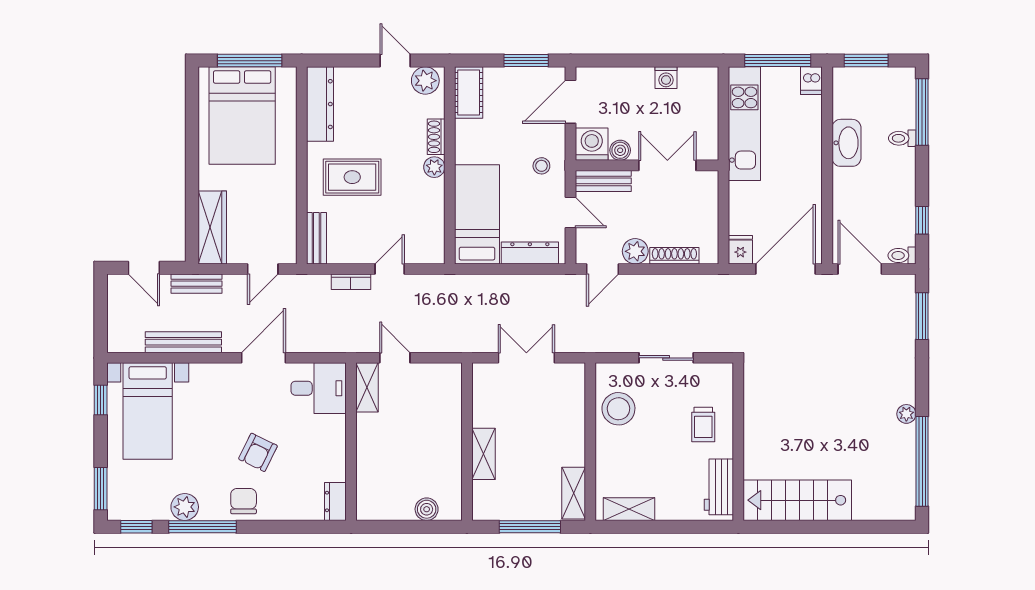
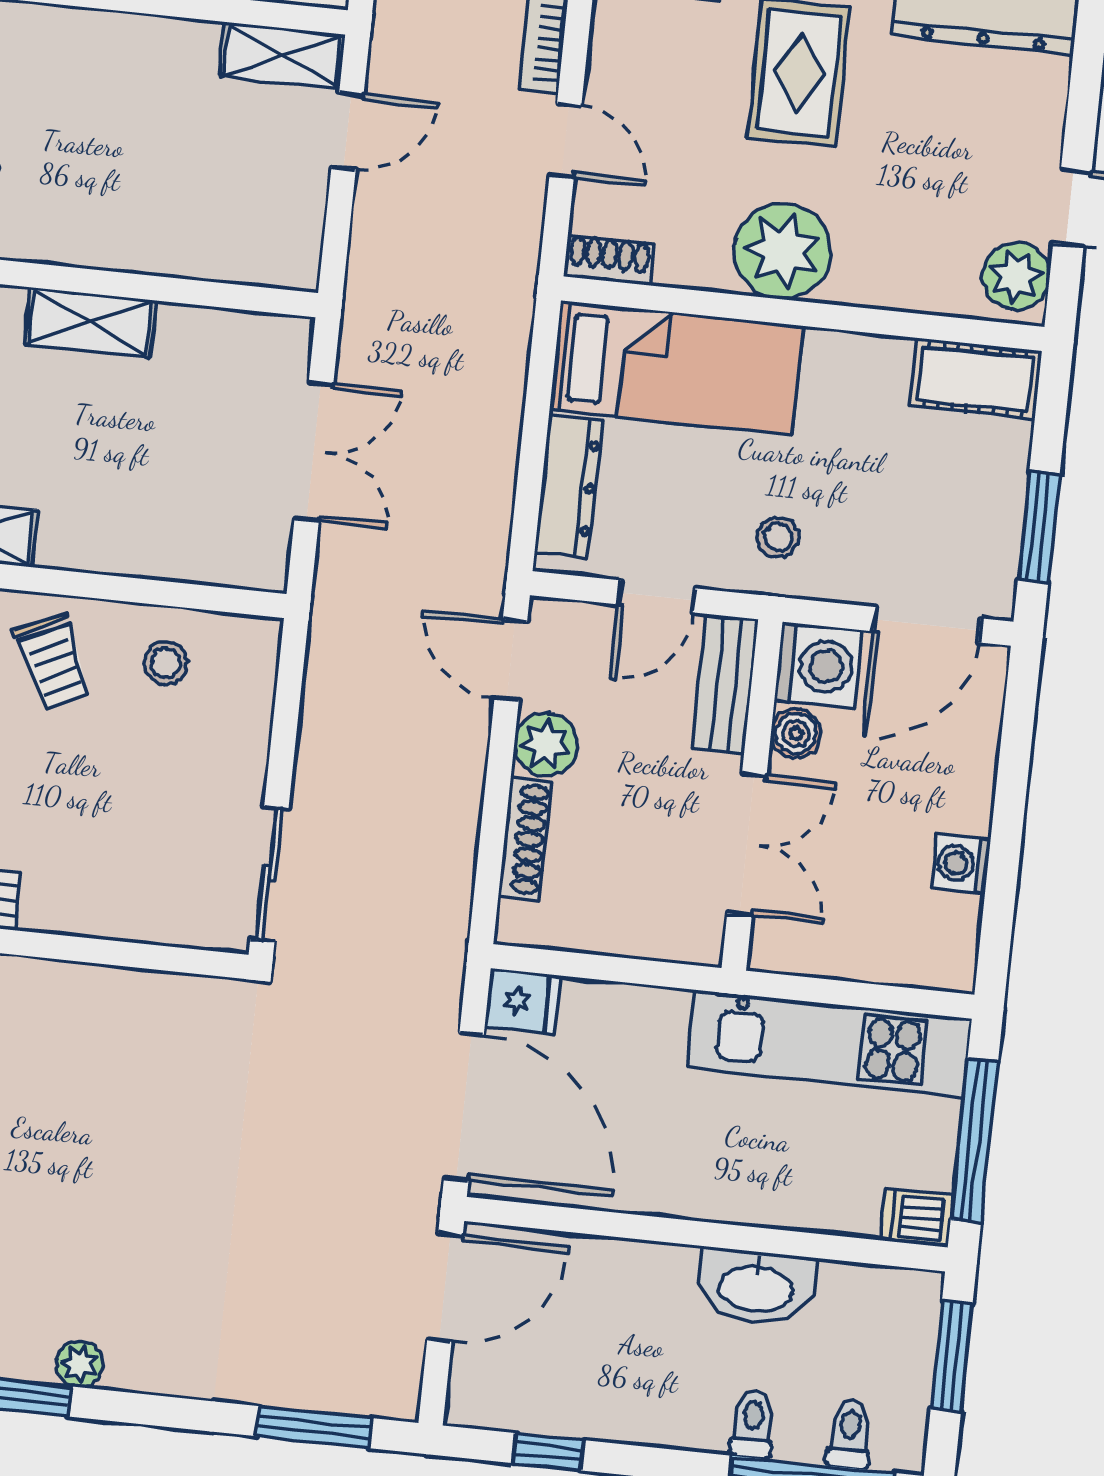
door: (571, 102) -> (927, 625), swing flipped
shoe rack: (436, 137) -> (609, 260), moved
plant: (434, 167) -> (783, 251), width x1.87, depth x1.87
toilet: (902, 256) -> (850, 1434), moved
sliding door: (666, 358) -> (269, 874), moved
stool: (618, 409) -> (166, 663), width x0.53, depth x0.53
trolley: (703, 424) -> (54, 661), moved, turned -115

